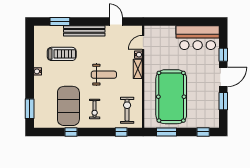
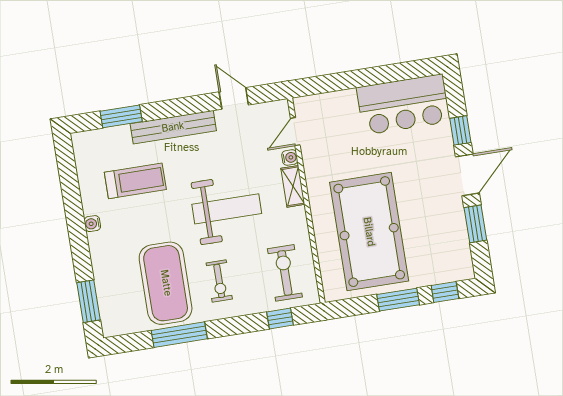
weight bench: (104, 75) -> (227, 209), width x1.36, depth x1.33
window: (71, 132) -> (179, 335), width x2.17
window: (167, 132) -> (398, 300), moved

